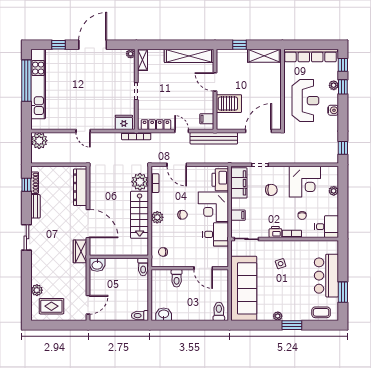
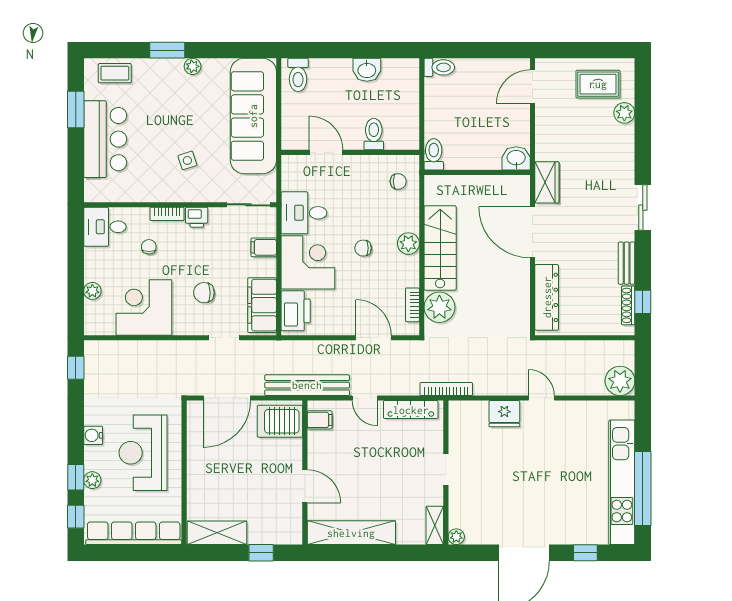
server rack: (229, 104) -> (280, 421), moved
fridge: (124, 122) -> (504, 414), moved
washbasin: (164, 314) -> (367, 70), moved

